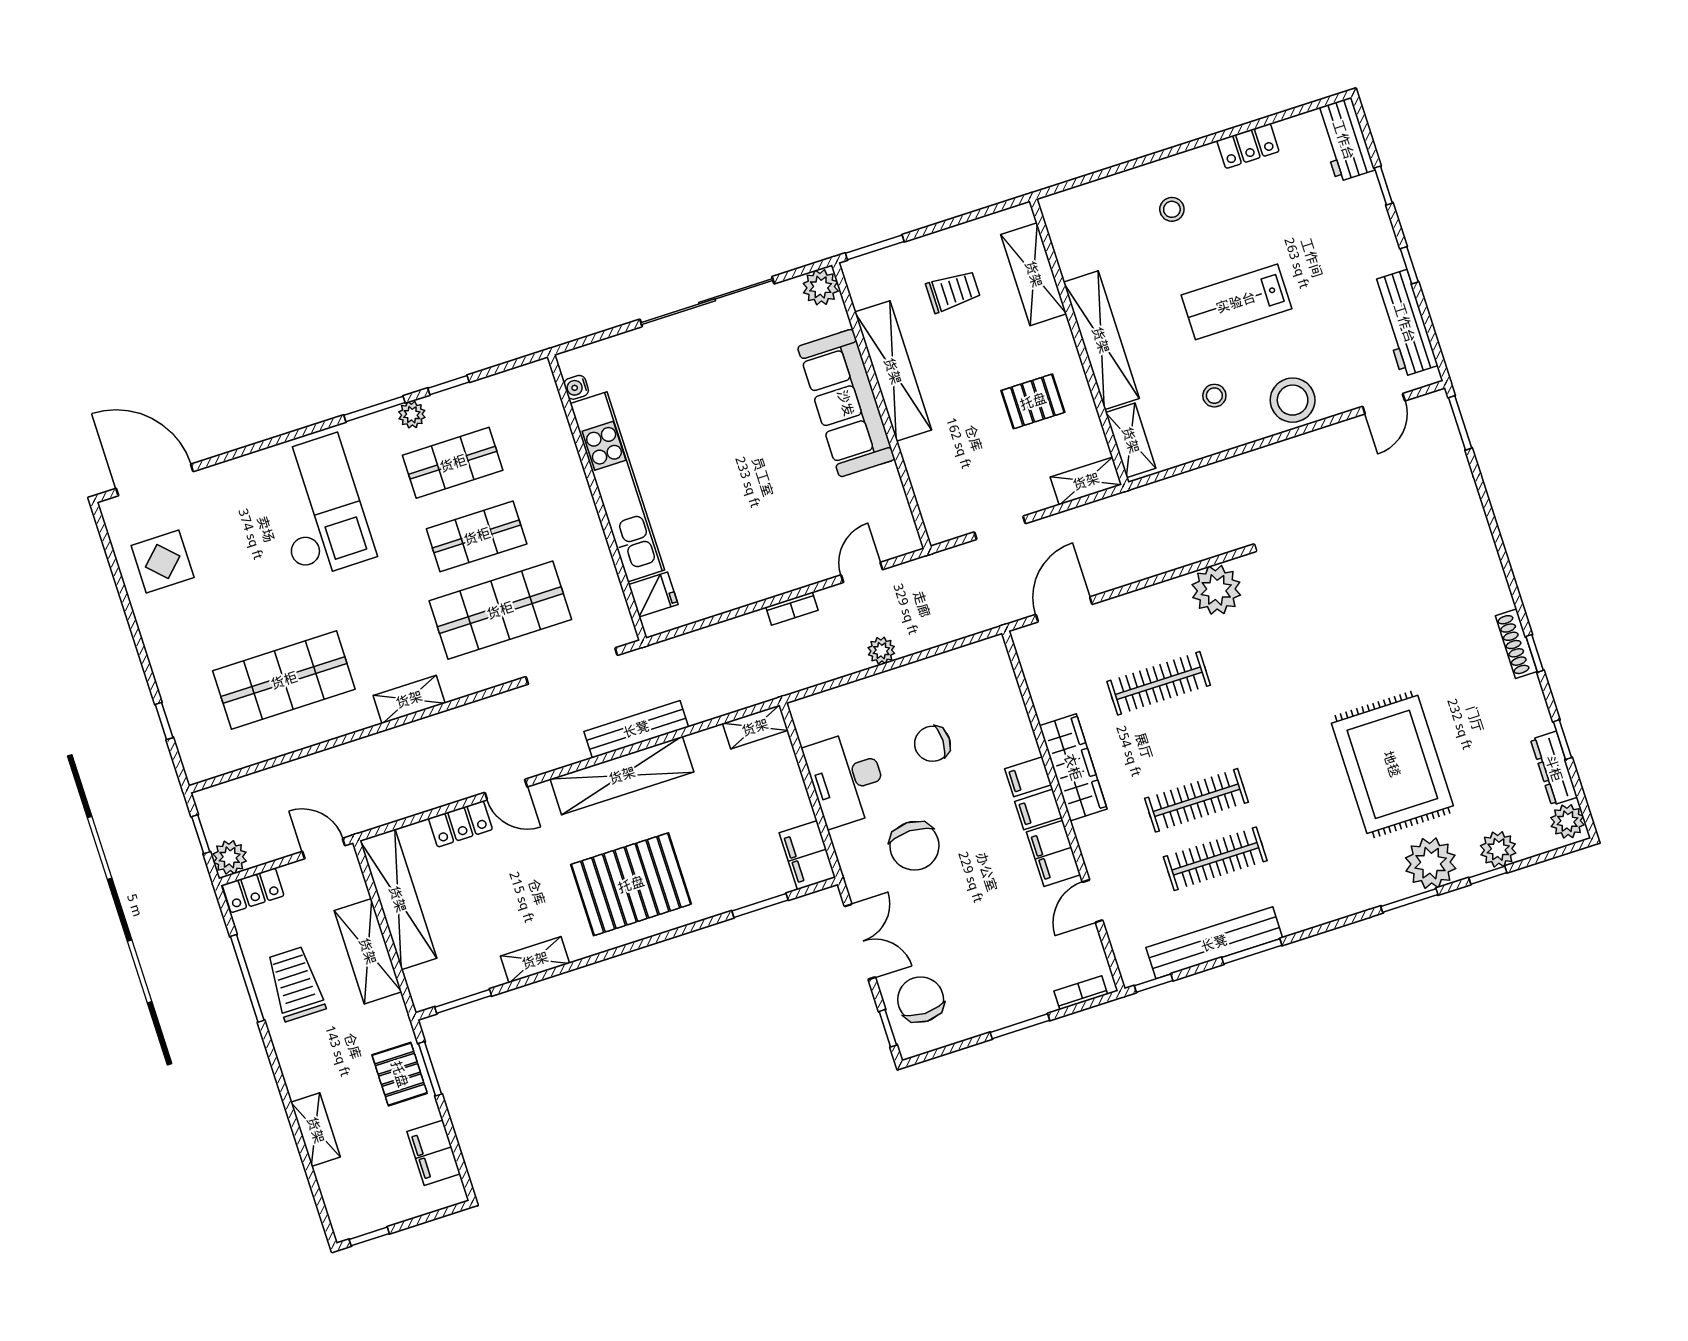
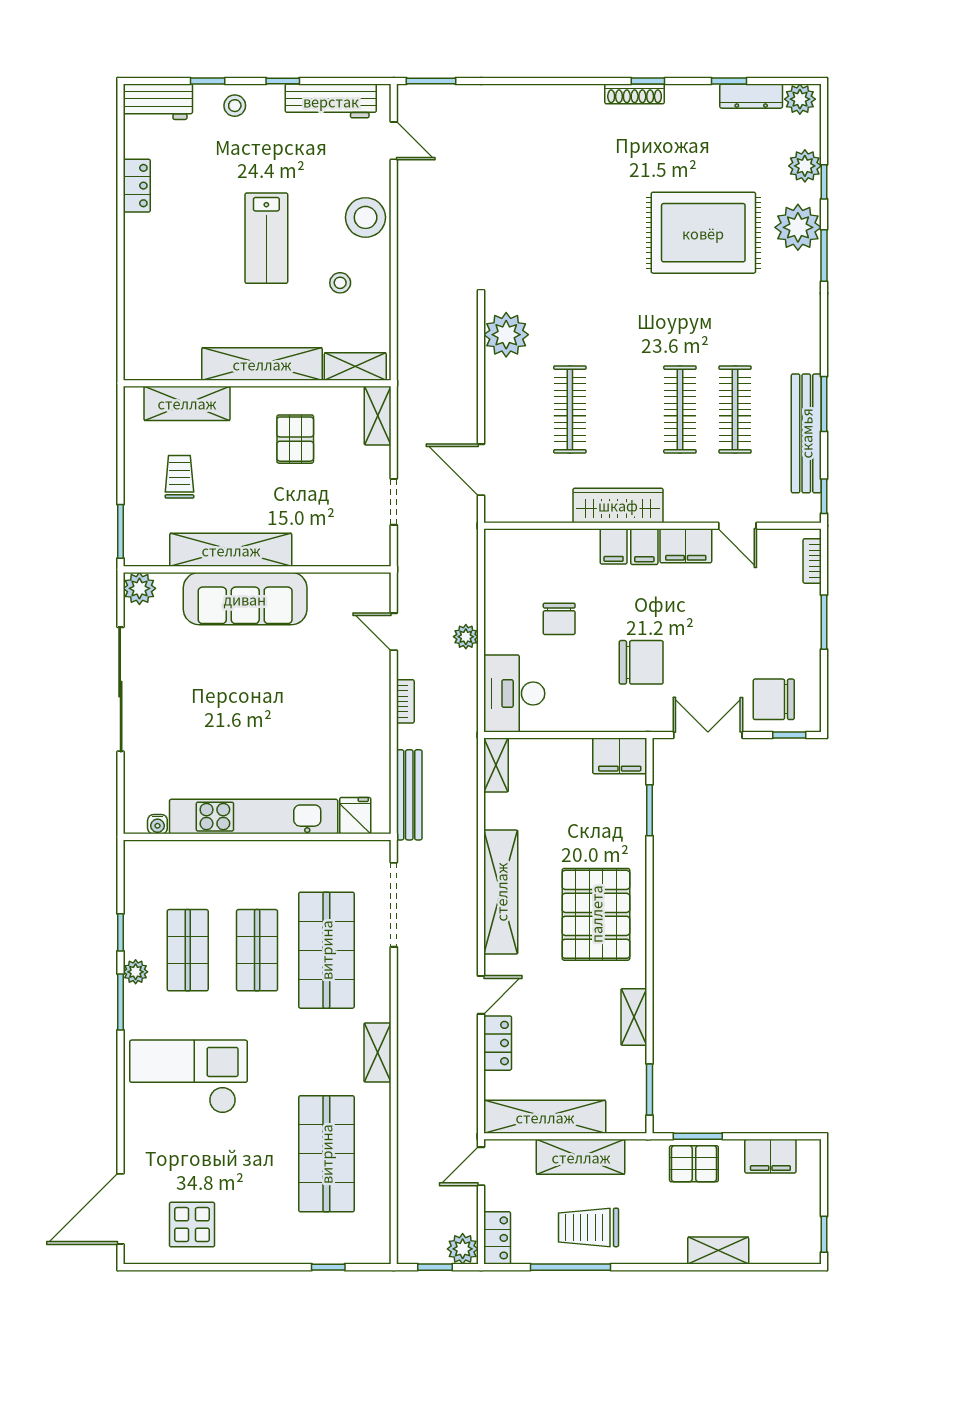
stool: (1172, 209) -> (235, 106), moved
bench: (636, 729) -> (409, 795), moved
desk: (846, 779) -> (514, 693), moved, turned 90

